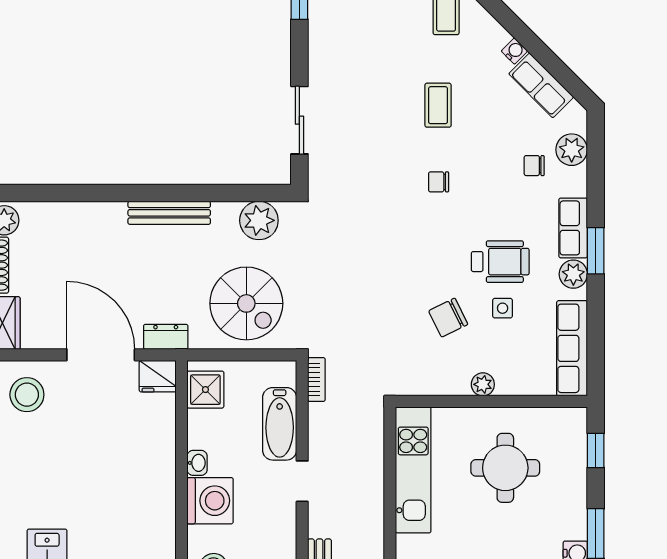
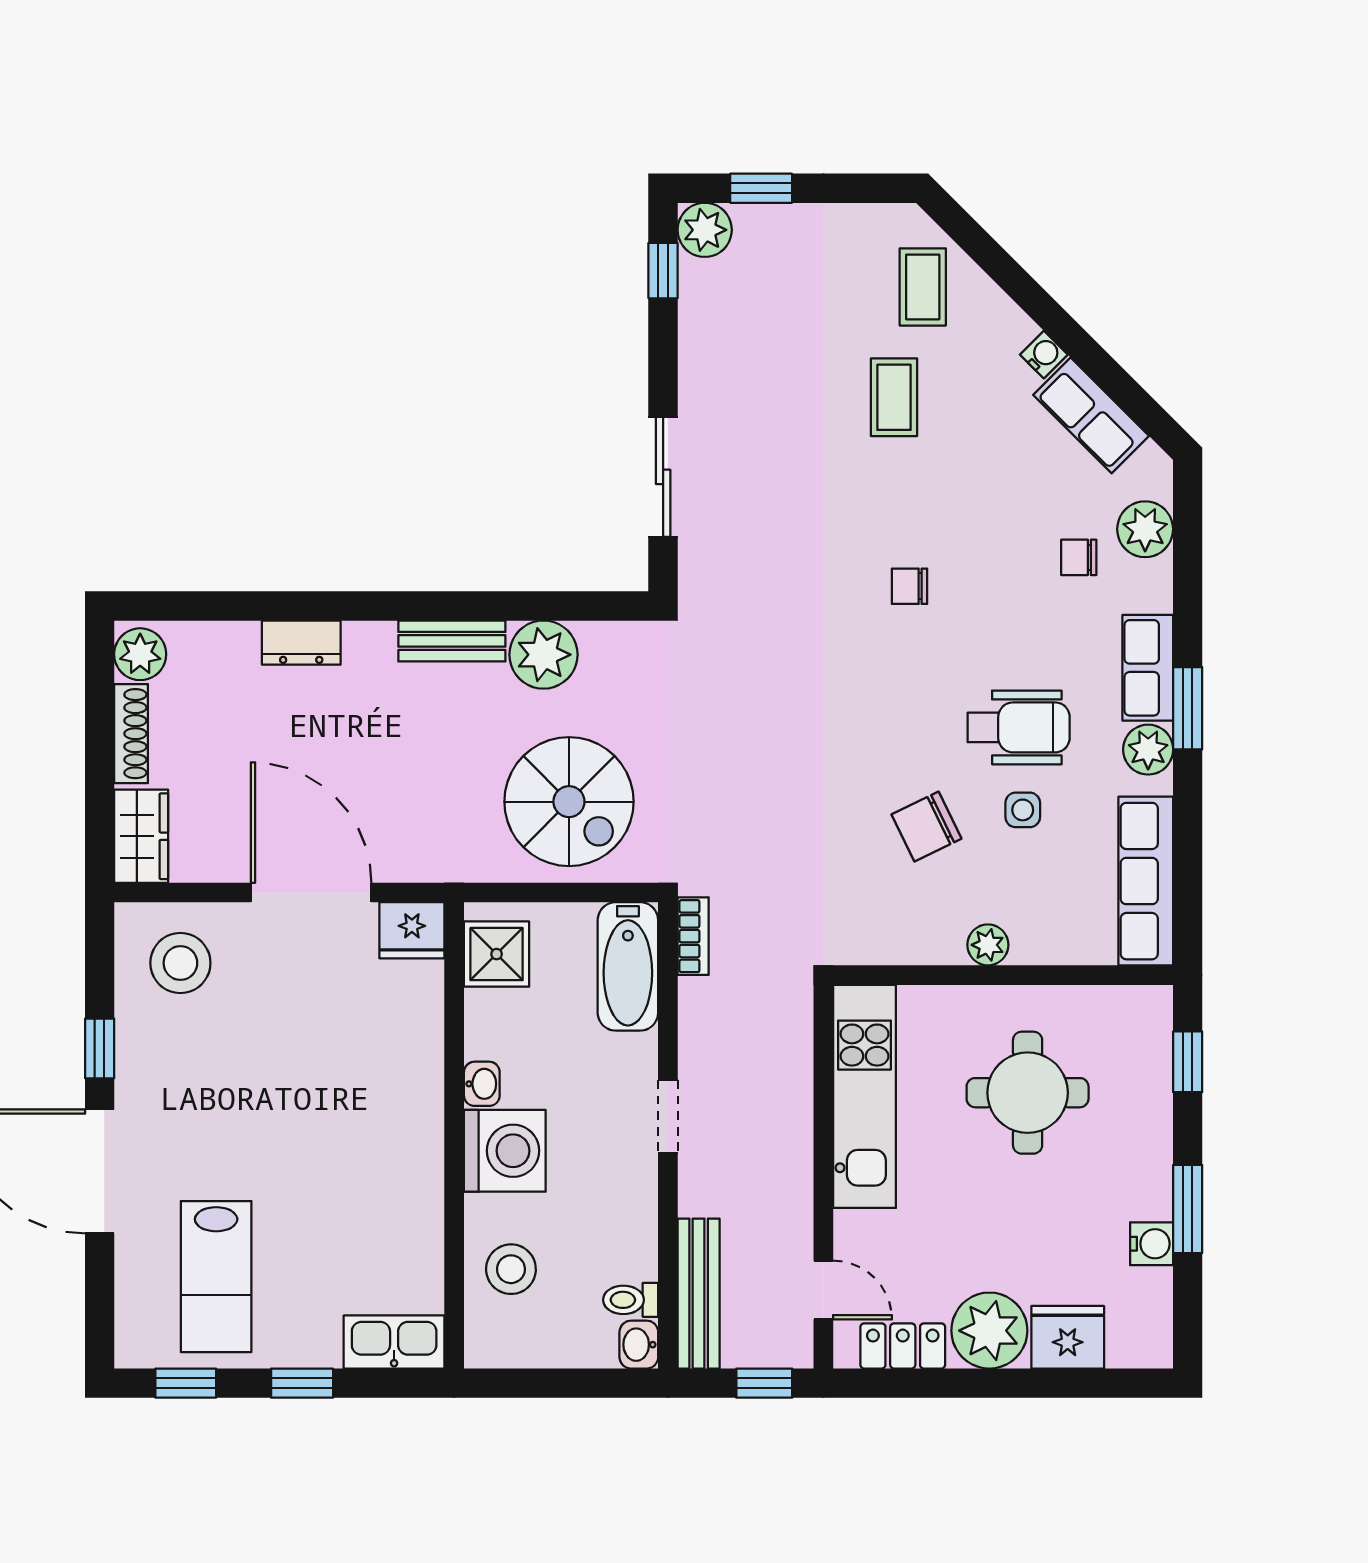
coffee table: (438, 105) -> (894, 397), moved
bench: (169, 213) -> (452, 641), width x0.73
plant: (259, 220) -> (543, 655), moved
dresser: (166, 337) -> (301, 643), moved, turned 180
bathtub: (280, 424) -> (628, 966), moved

